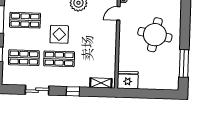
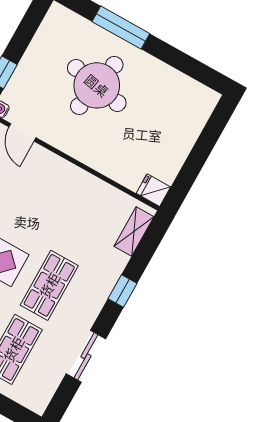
window: (184, 63) -> (121, 28), moved
fridge: (128, 80) -> (153, 190), width x0.53, depth x0.75

